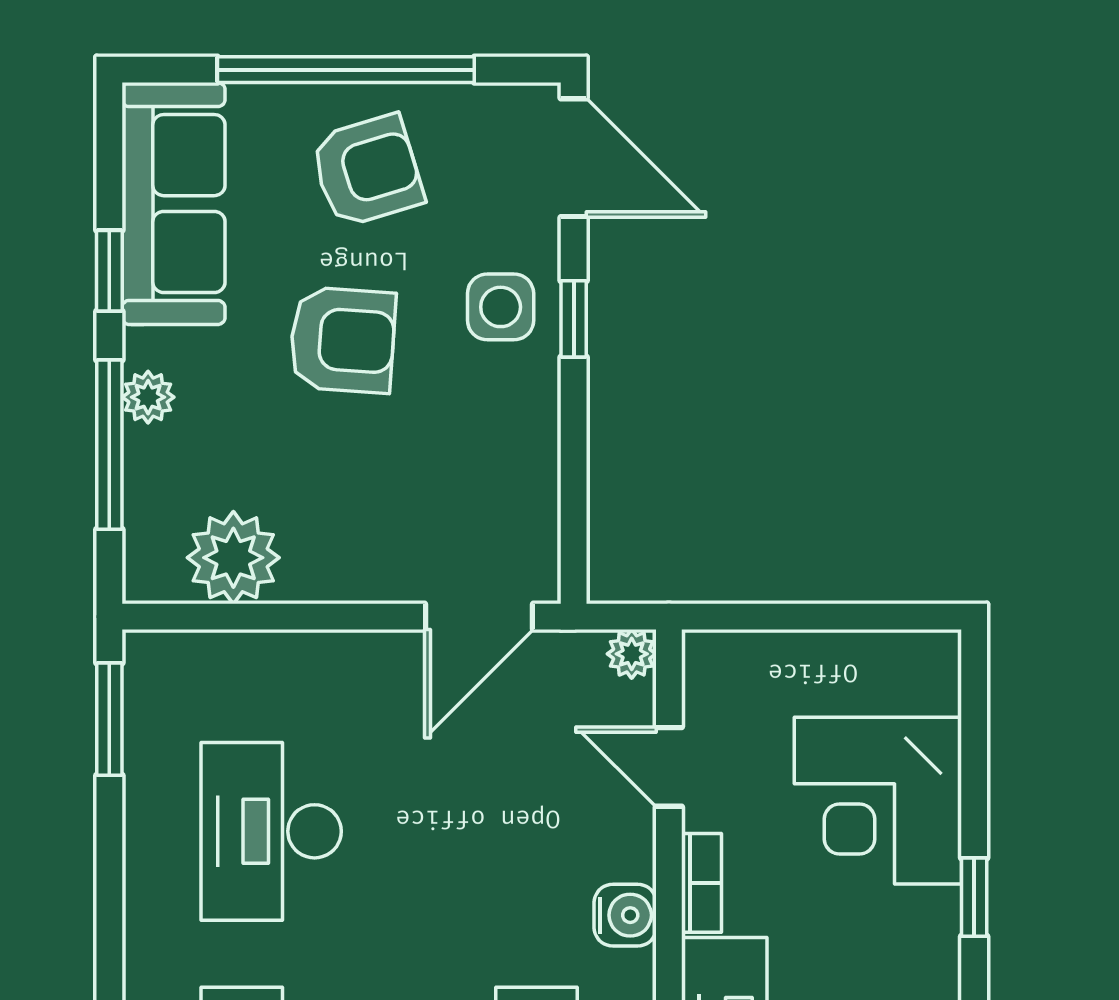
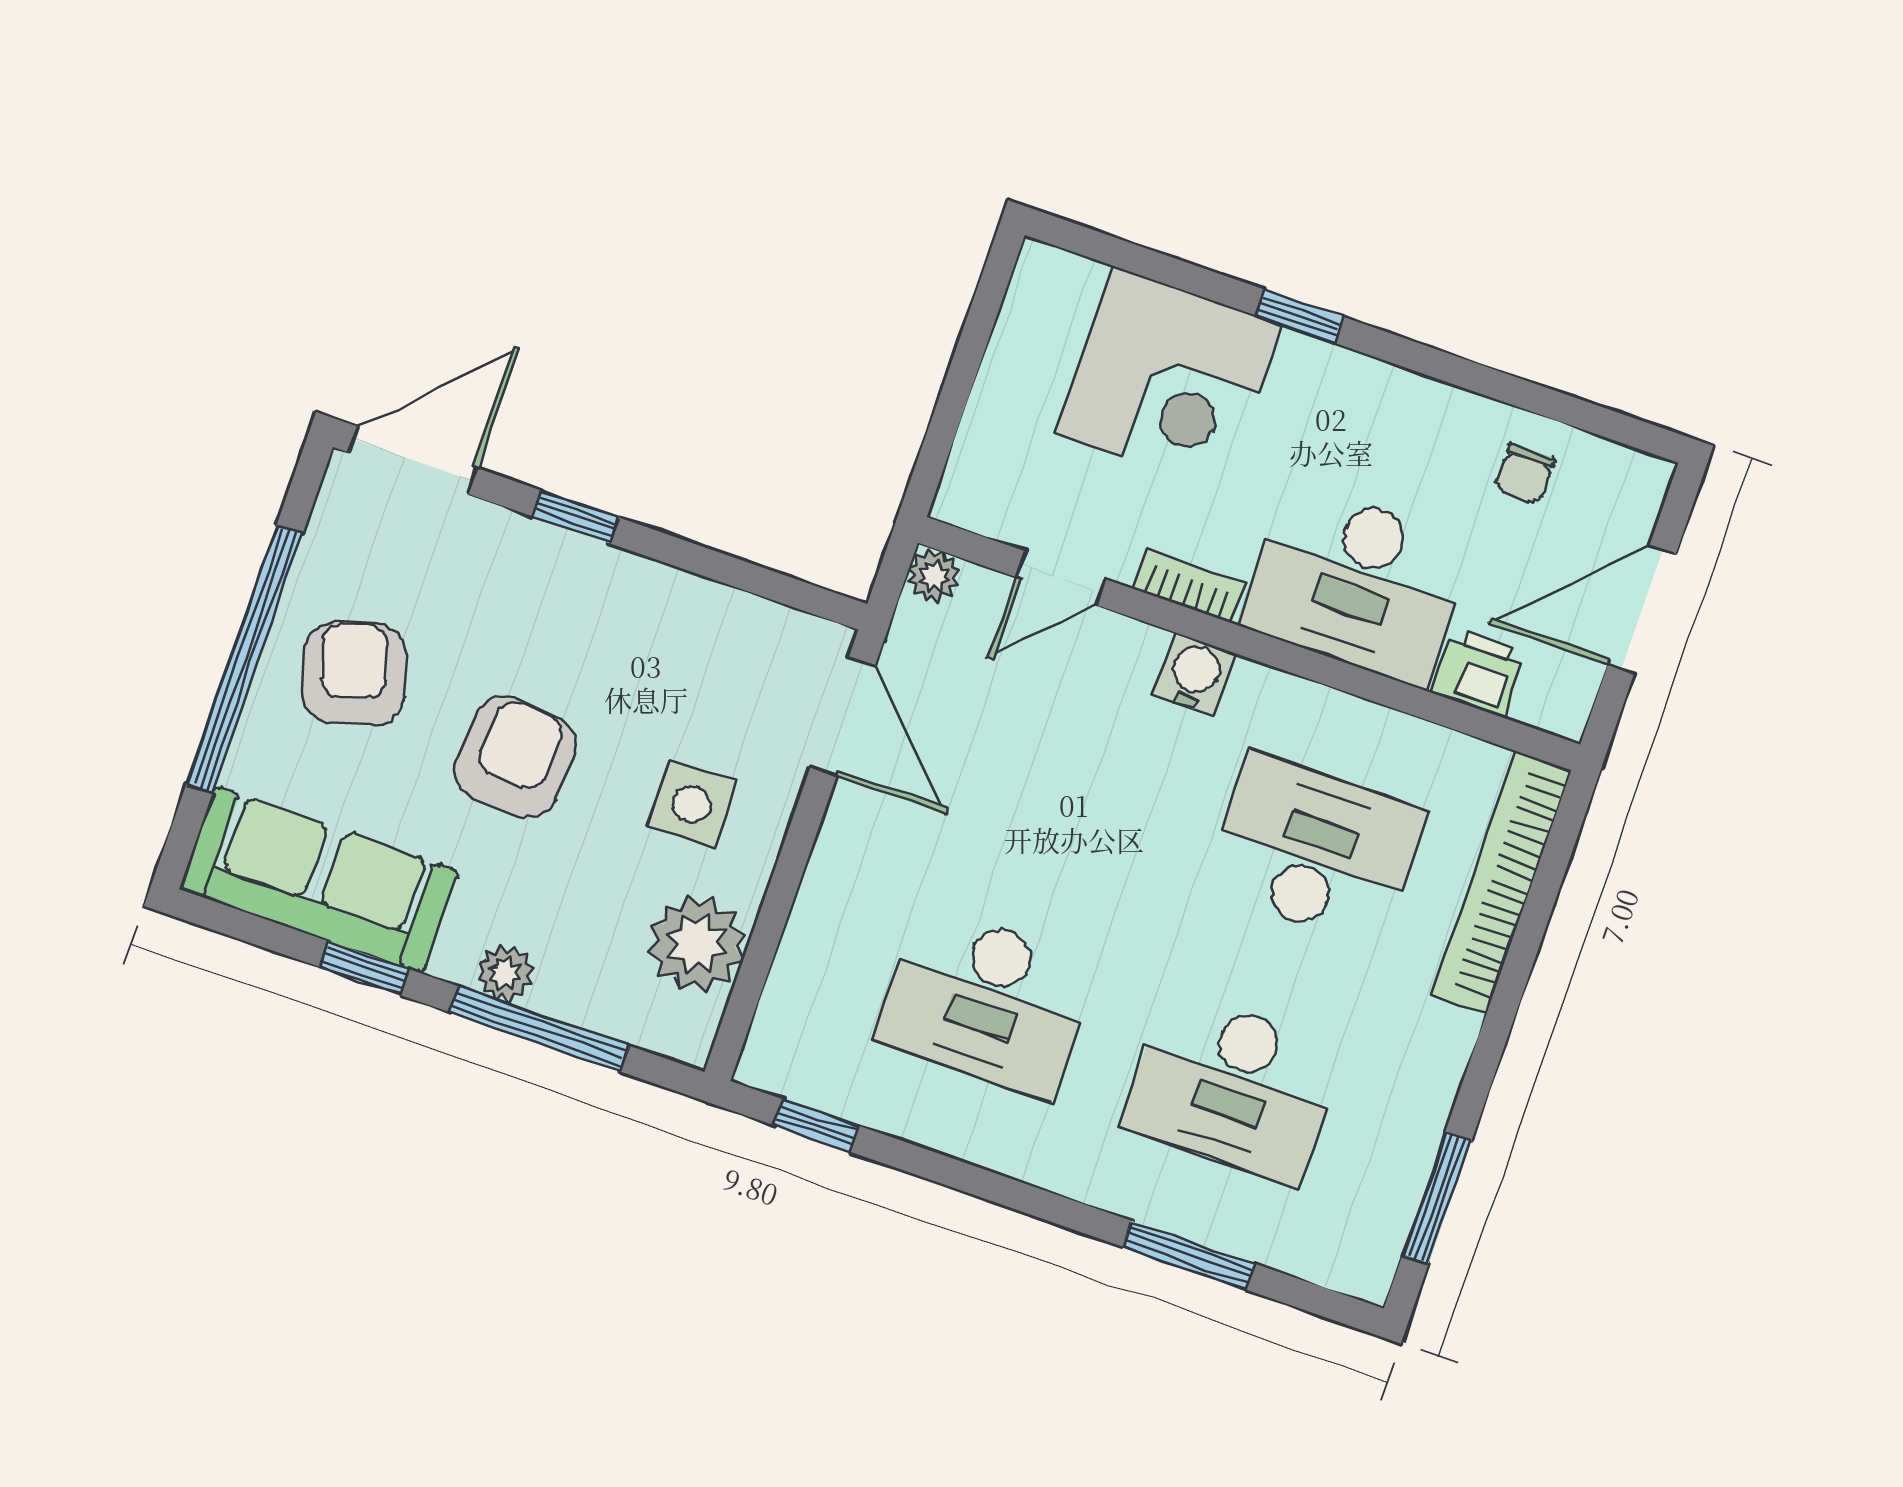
side table: (501, 307) -> (692, 804), moved
window: (109, 719) -> (816, 1125), width x0.67

